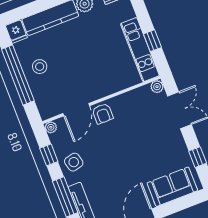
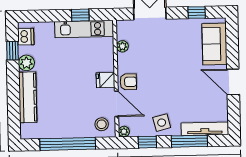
fridge: (16, 32) -> (105, 80), moved, turned 180
stool: (40, 67) -> (102, 124), moved
plant: (157, 87) -> (122, 46), moved

